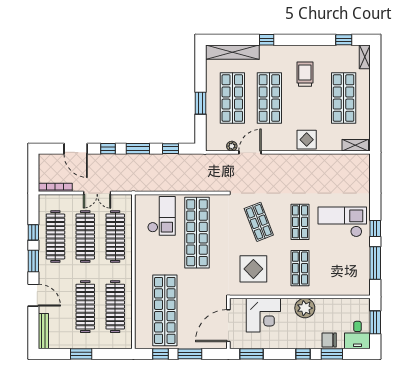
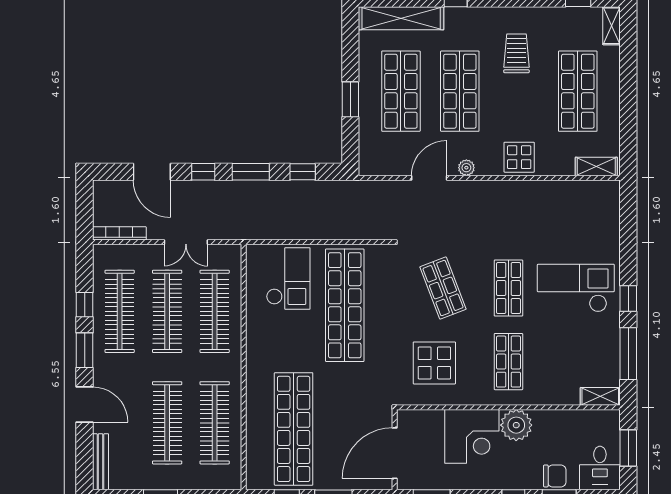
plant: (232, 146) -> (466, 168), moved
shelving: (358, 290) -> (600, 396), added
corner desk: (263, 315) -> (472, 436), moved
chair: (329, 340) -> (555, 476), turned 180

